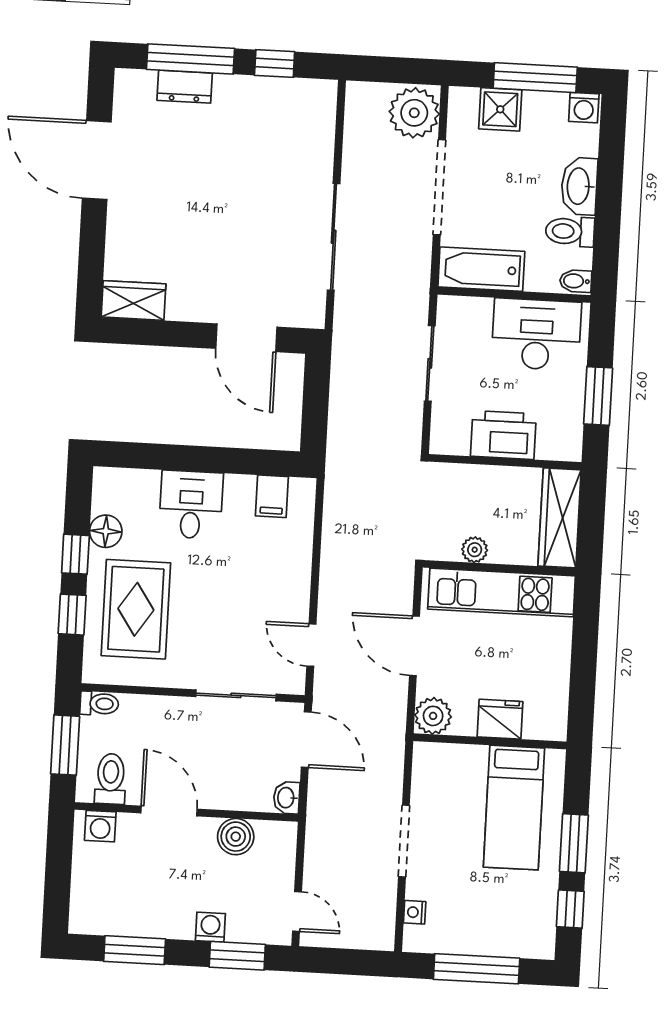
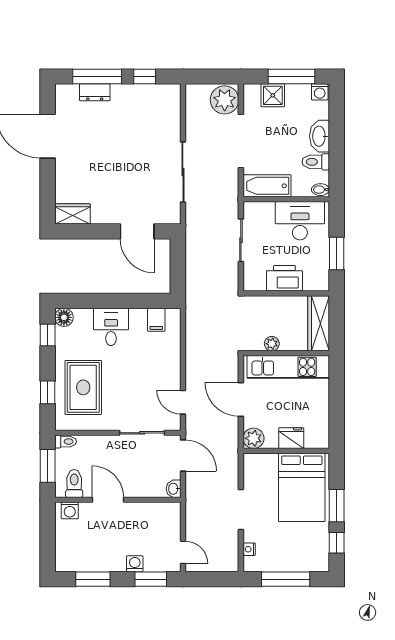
floor lamp: (106, 531) -> (64, 317), moved
window: (75, 554) -> (48, 335), moved
bed: (514, 808) -> (302, 487), width x1.50
boiler: (236, 837) -> (146, 512), removed

